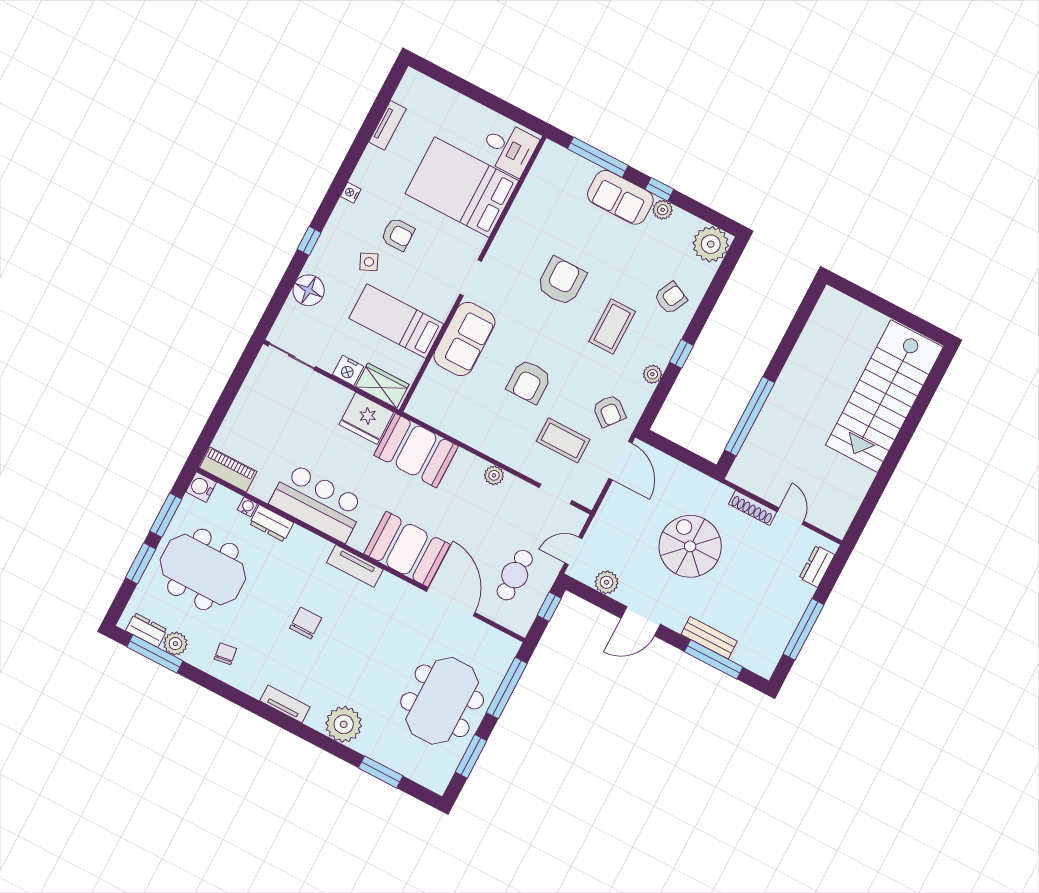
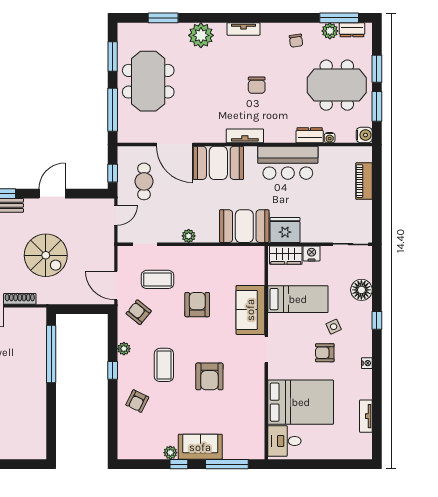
plant: (711, 244) -> (130, 447), removed
piano: (228, 470) -> (364, 181), moved, turned 90
plant: (607, 582) -> (85, 206), removed

